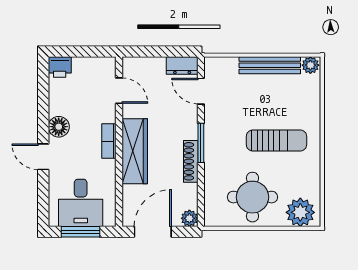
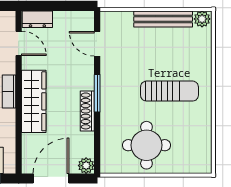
dresser: (182, 66) -> (37, 19), moved
plant: (300, 212) -> (192, 160), removed

